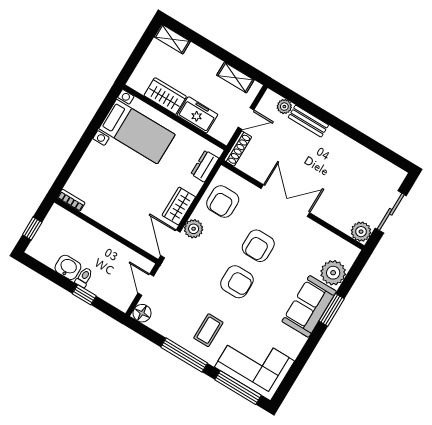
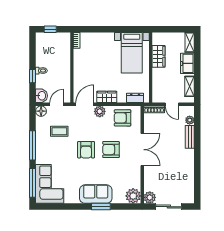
freezer: (197, 115) -> (187, 63), moved, turned 180
washbasin: (68, 267) -> (42, 96), moved
plant: (333, 273) -> (133, 196), moved
coffee table: (208, 330) -> (59, 131), moved

